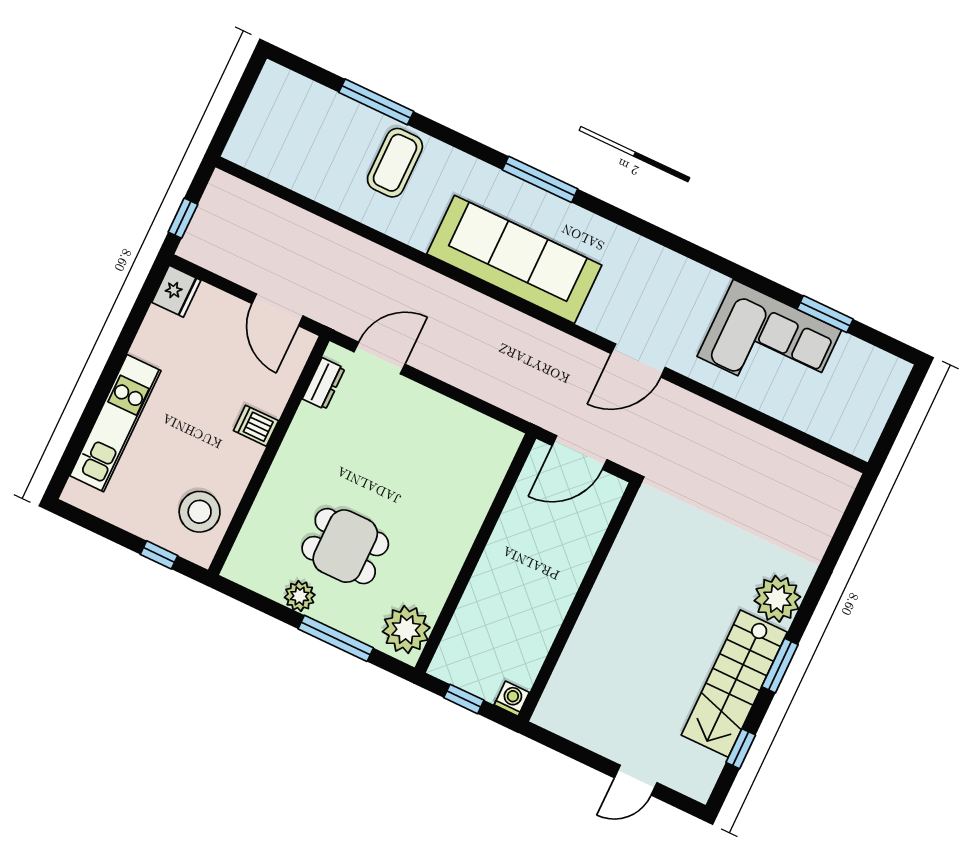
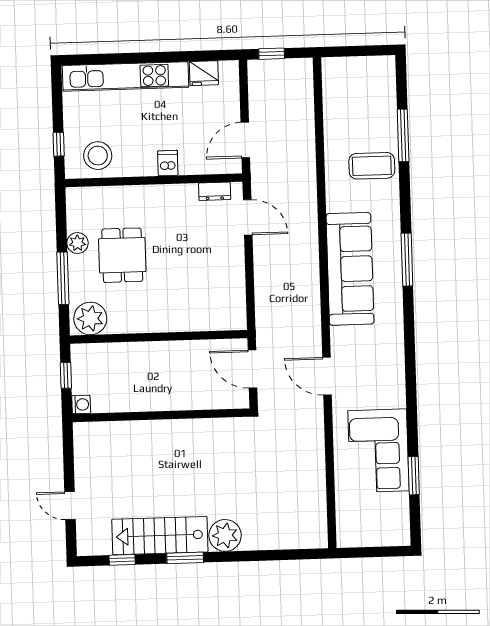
fridge: (176, 291) -> (204, 73), moved
kitchen unit: (115, 423) -> (125, 76), width x1.36

